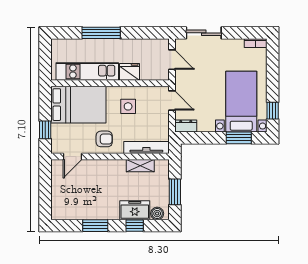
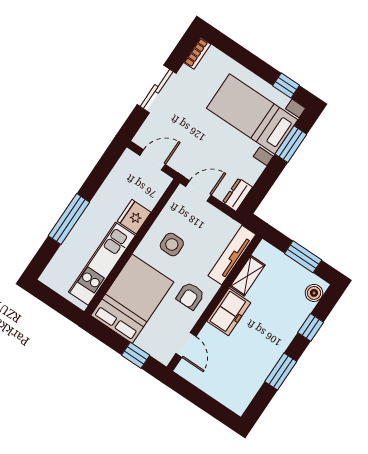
sliding door: (204, 33) -> (157, 89), moved
armchair: (104, 139) -> (190, 296), turned 180
freezer: (135, 210) -> (229, 312), moved, turned 180

